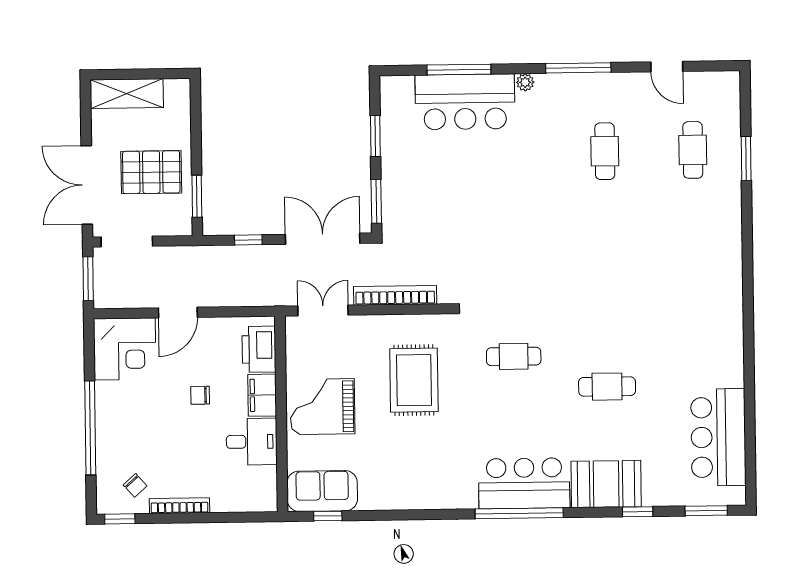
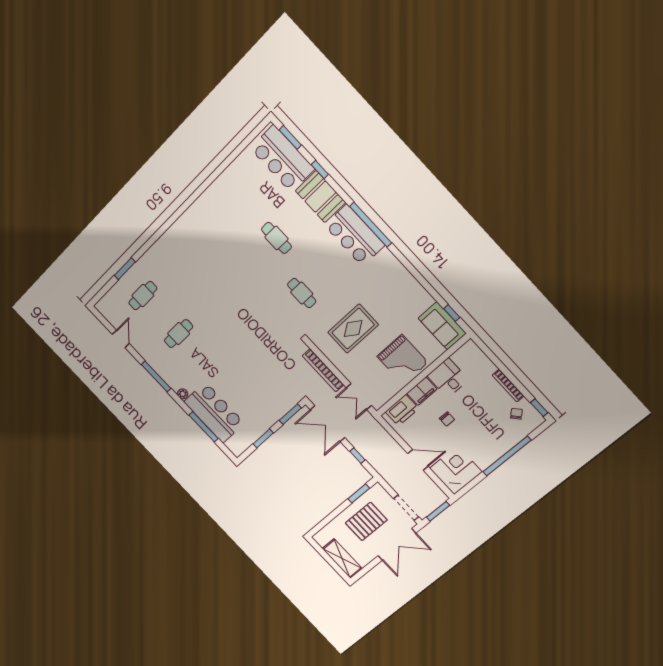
pallet: (151, 172) -> (366, 521), turned 90
bar counter: (718, 437) -> (282, 159), moved, turned 90

